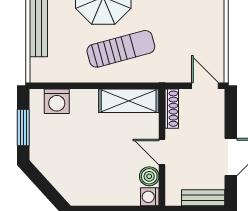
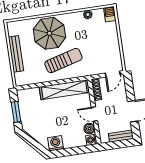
door: (205, 86) -> (113, 74), swing flipped
washing machine: (57, 101) -> (55, 143), moved, turned 180
shelving: (129, 101) -> (64, 90), width x1.47

